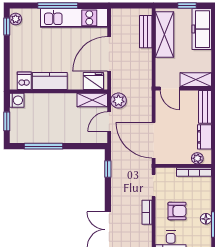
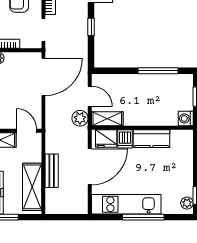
bench: (146, 32) -> (52, 171), moved
dishwasher: (24, 81) -> (125, 139), moved
door: (109, 122) -> (90, 96), hinge flipped
door: (154, 140) -> (43, 77), hinge flipped
window: (108, 169) -> (91, 27), moved

